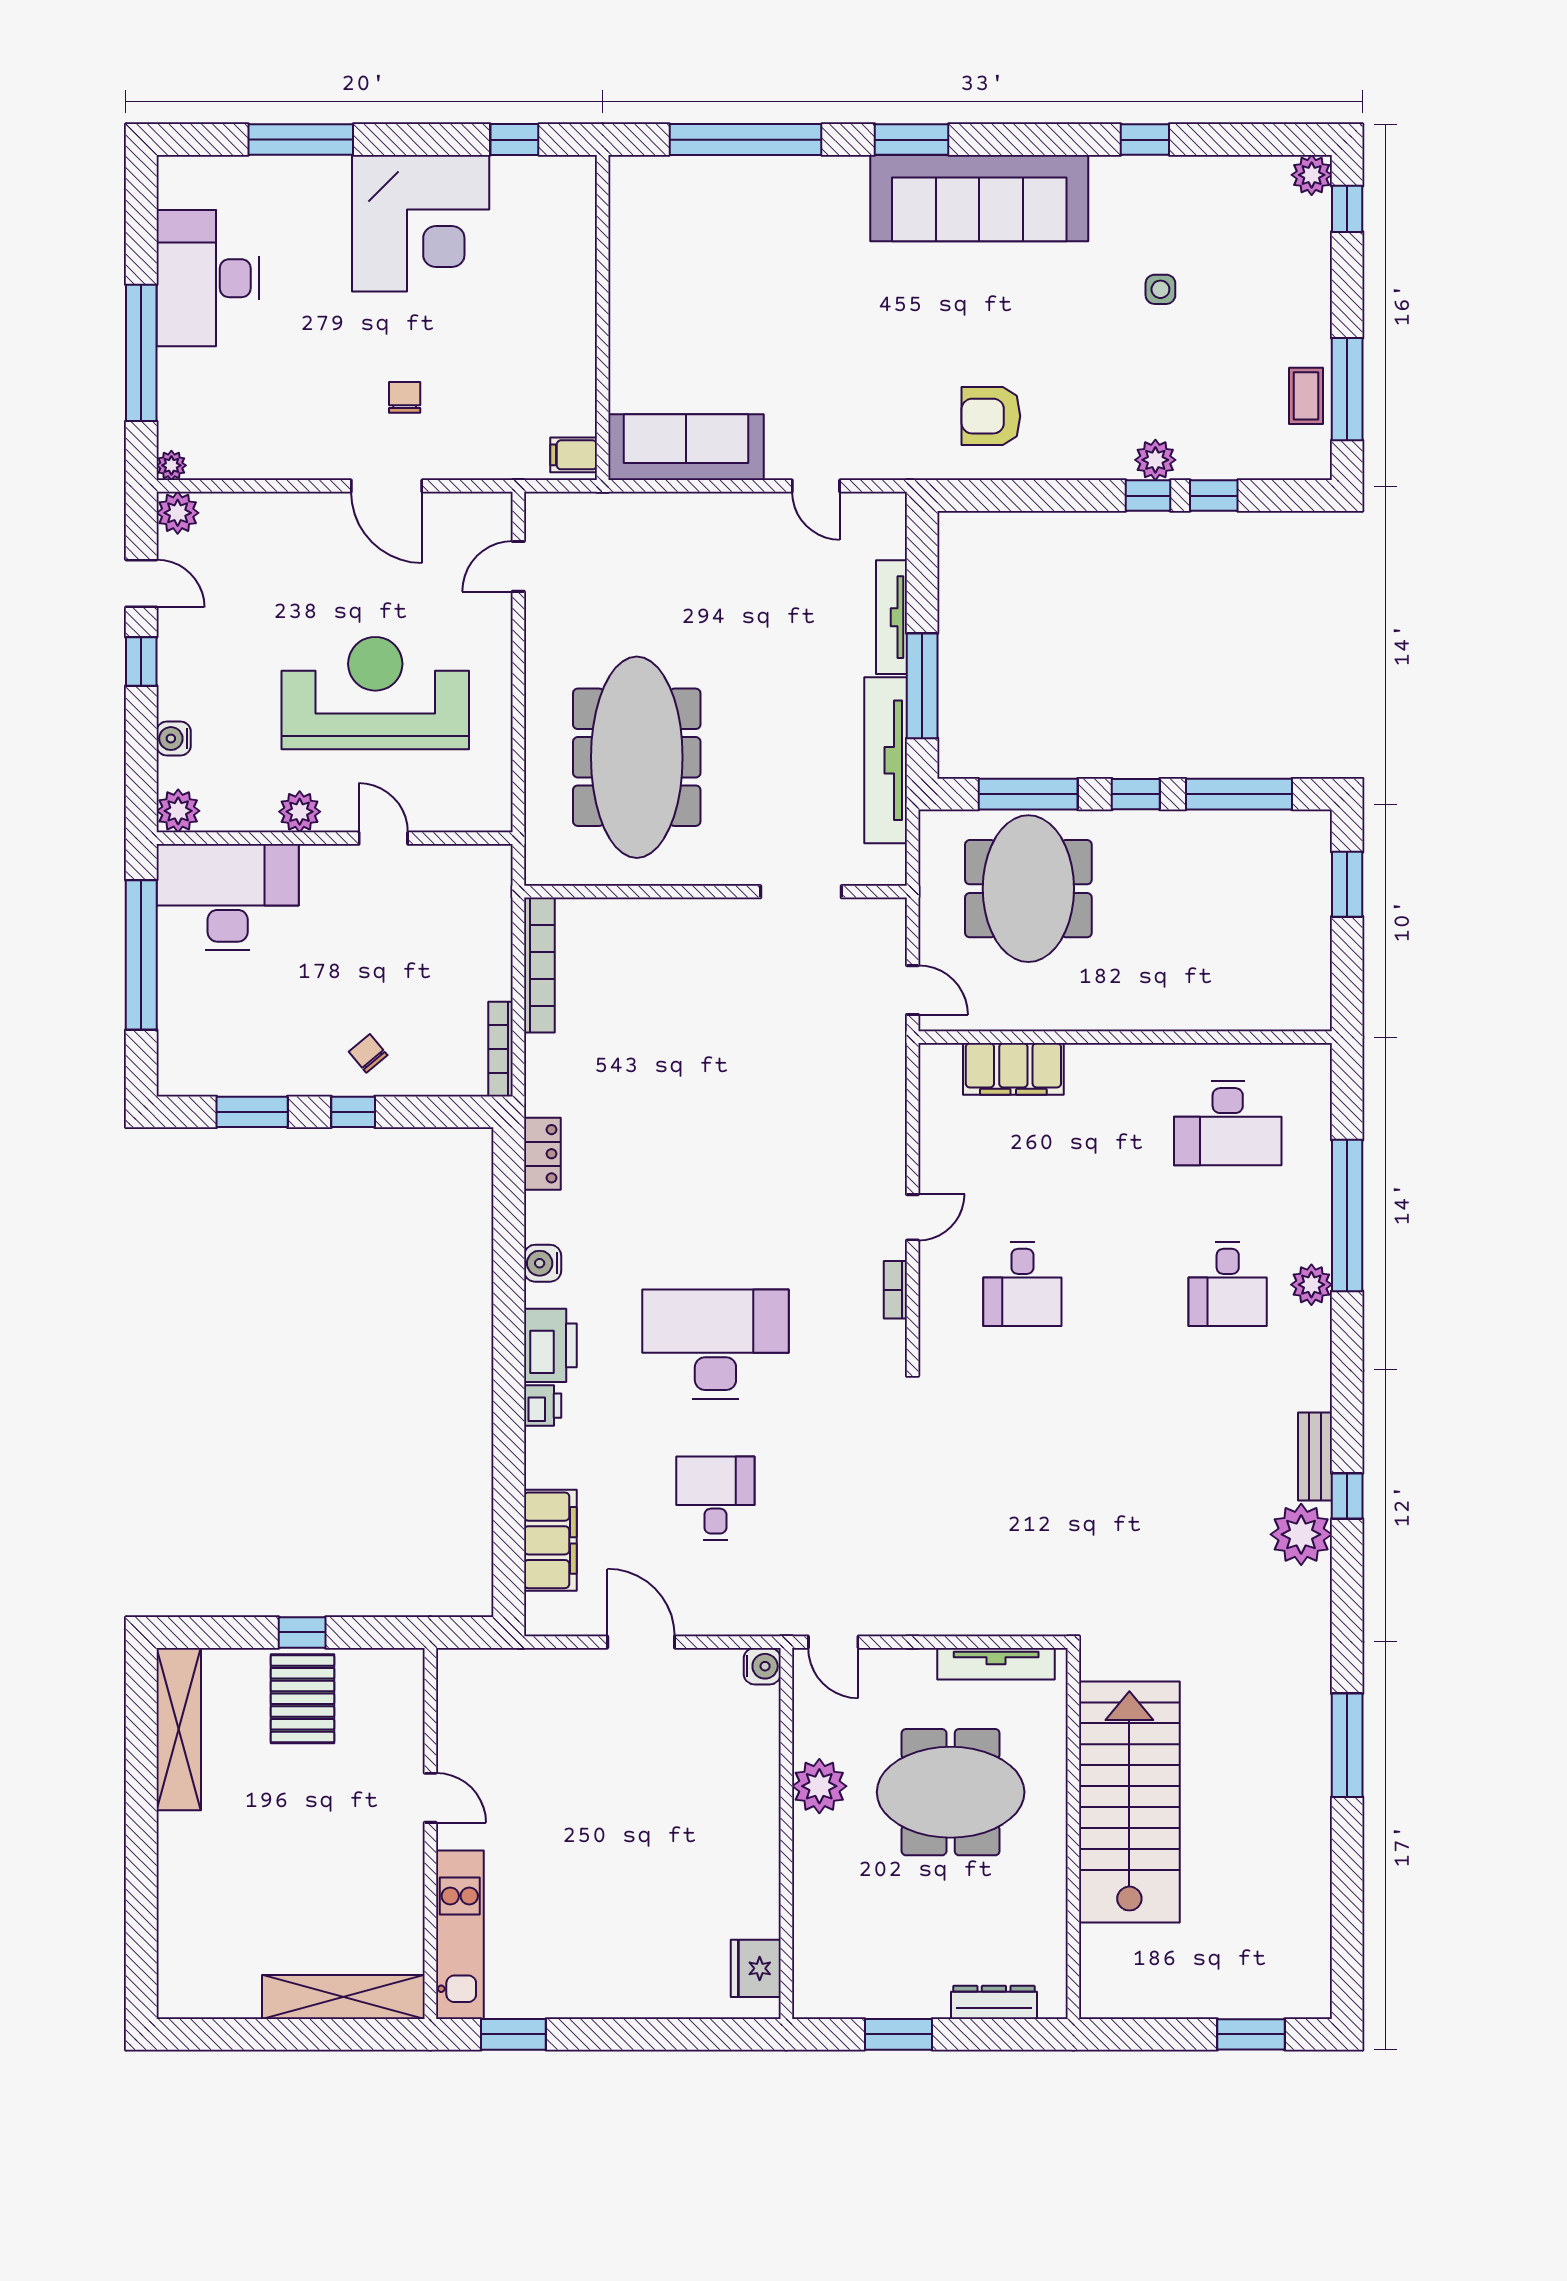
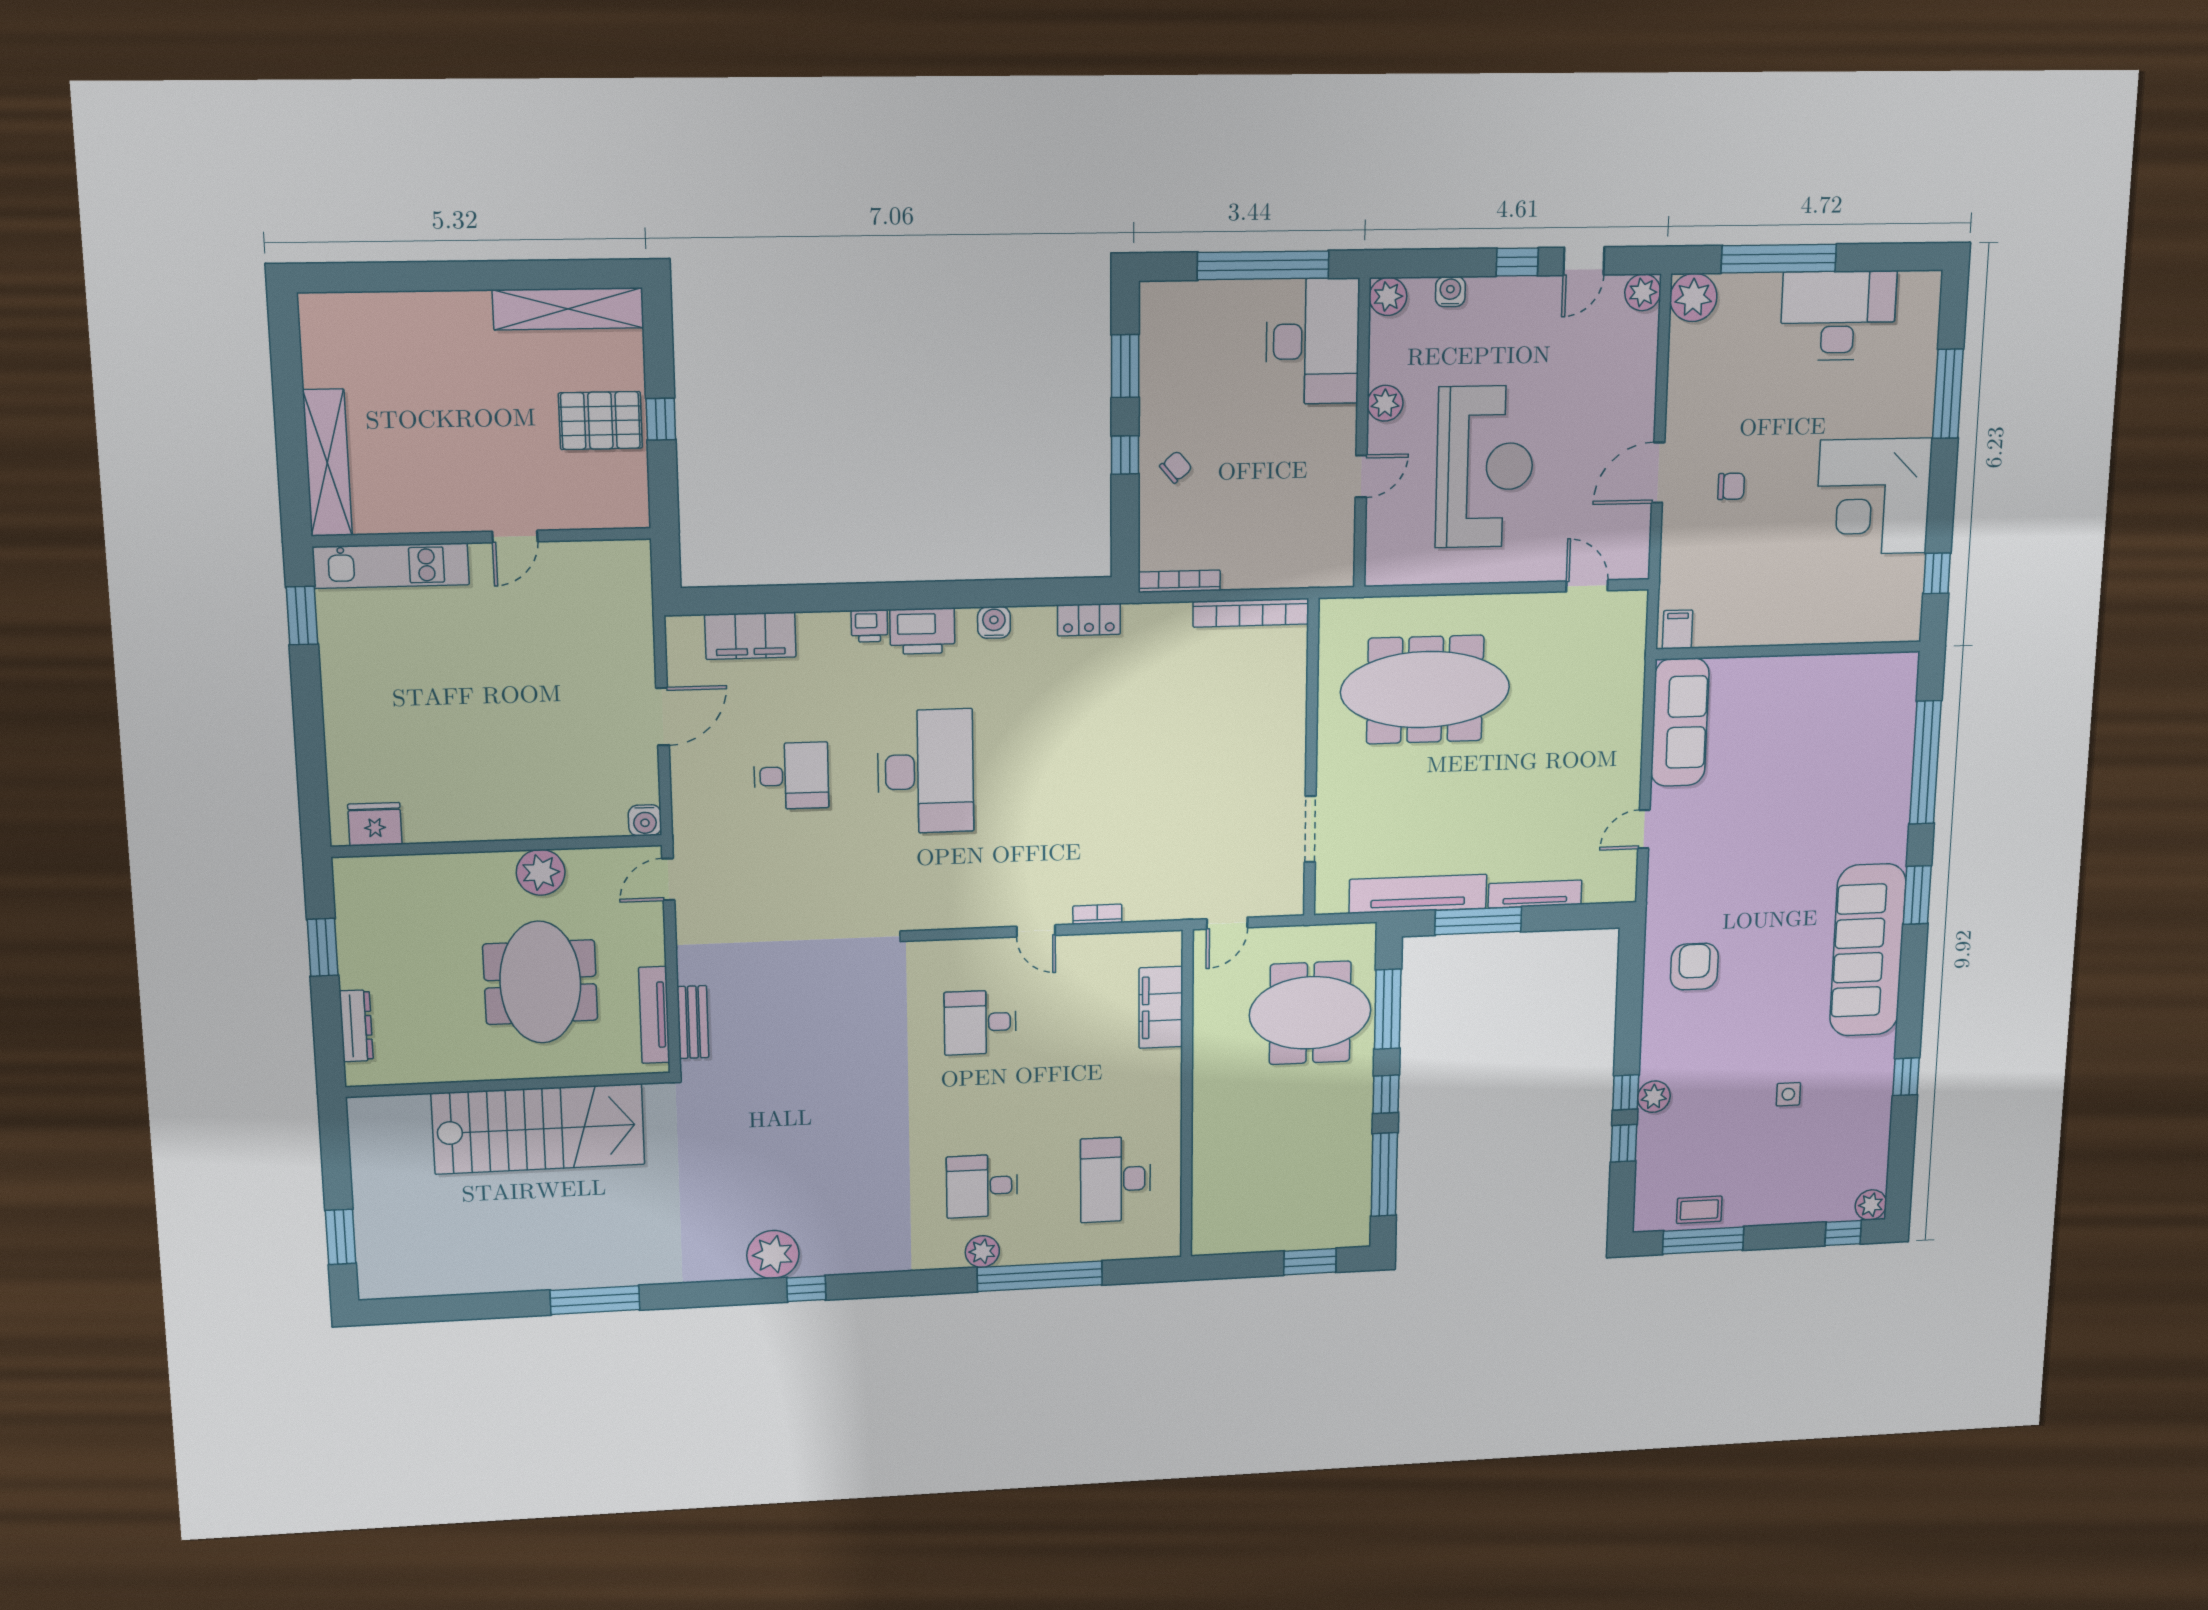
plant: (171, 465) -> (1693, 297), width x1.88, depth x1.88
bookcase: (895, 1290) -> (1097, 914), moved
bench: (1315, 1456) -> (693, 1022), moved, turned 90

